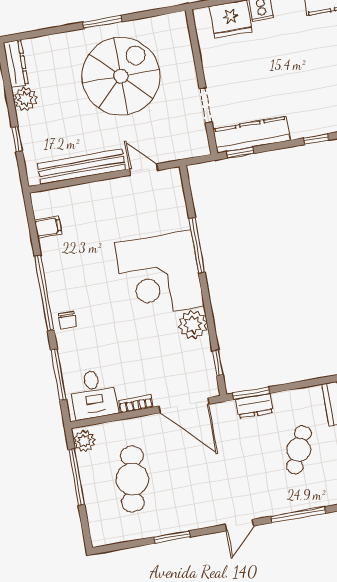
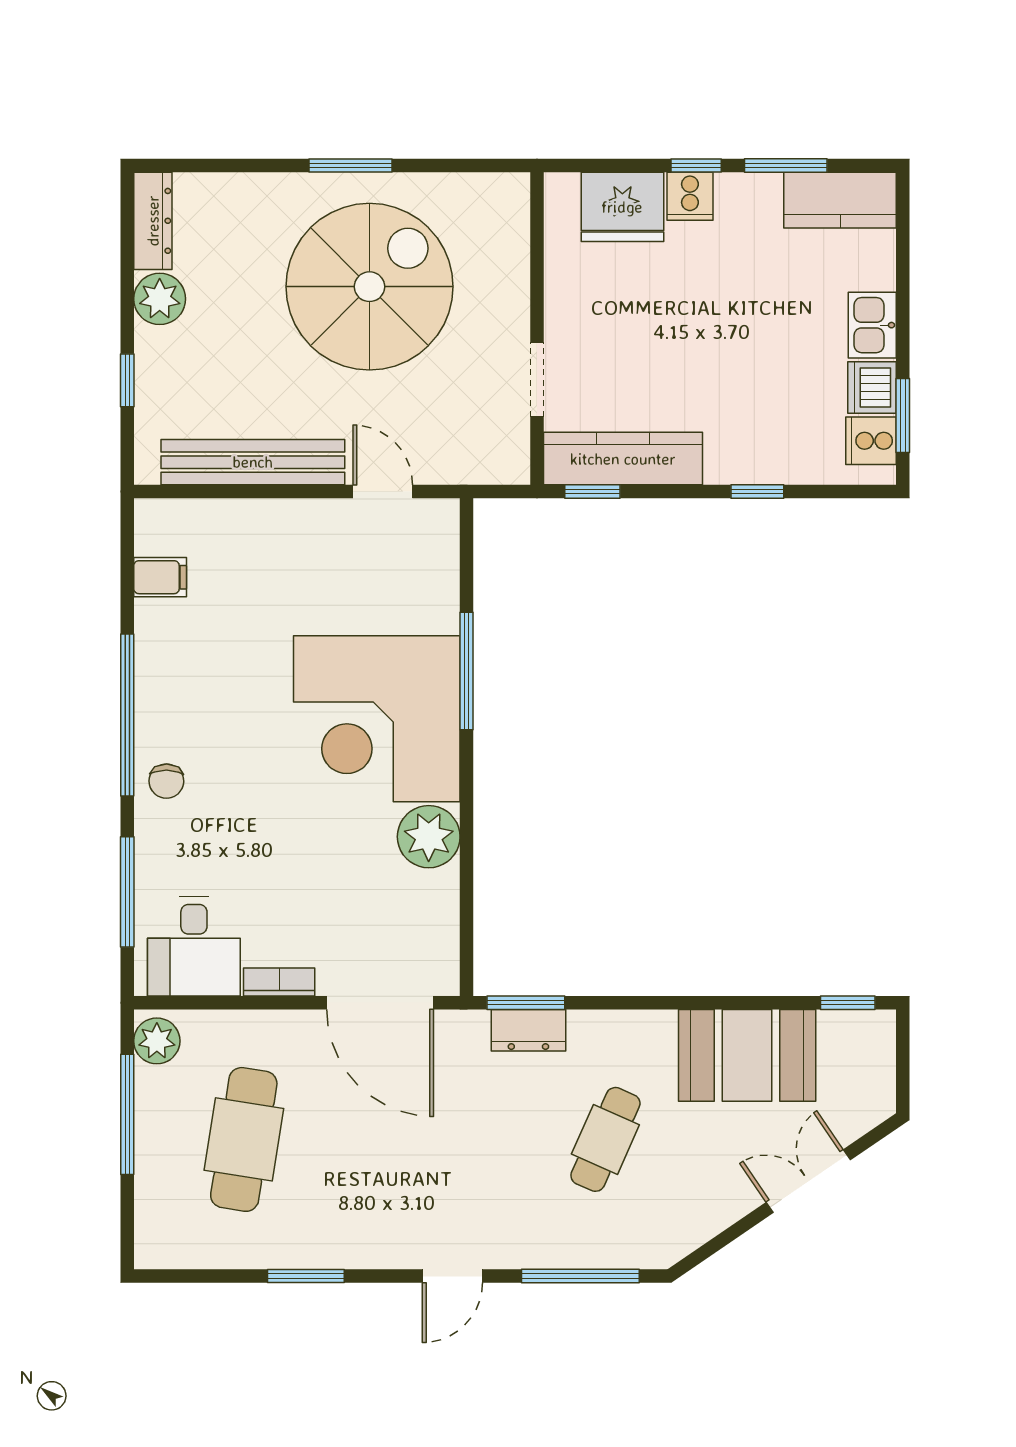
window: (218, 363) -> (467, 926), removed

